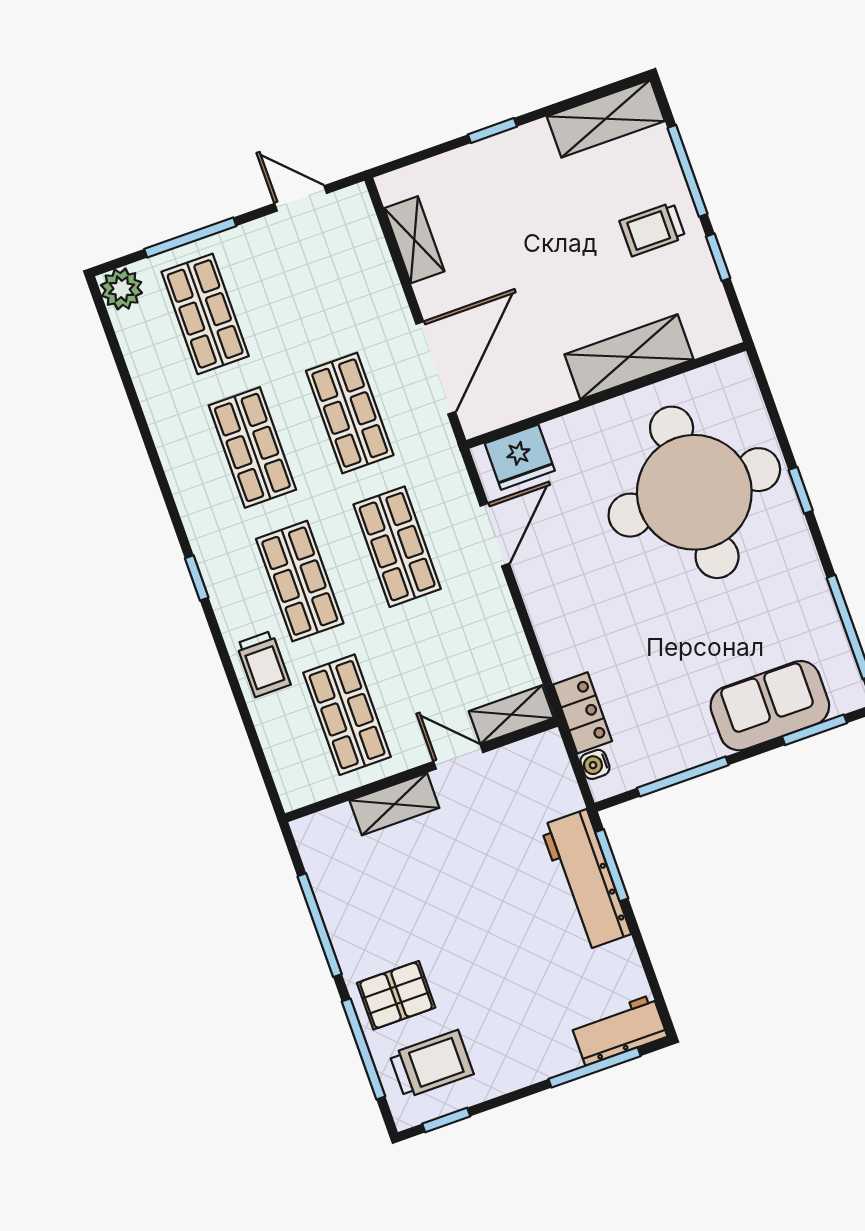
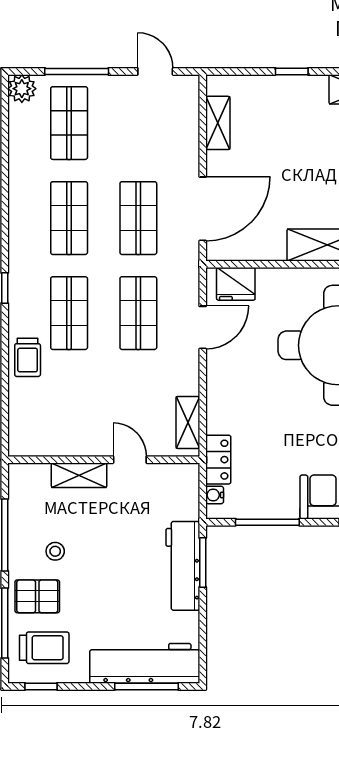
shop shelf: (347, 715) -> (69, 408), removed
shelving: (511, 715) -> (188, 422), moved, turned 90
stool: (399, 923) -> (55, 551), added
workbench: (619, 1030) -> (145, 663), width x1.88, depth x1.32

